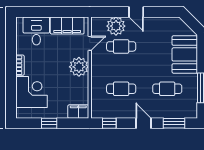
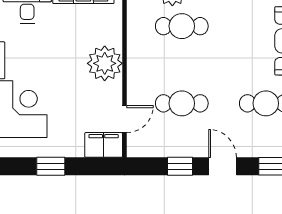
door: (90, 43) -> (124, 119), moved
window: (109, 123) -> (180, 166), moved

